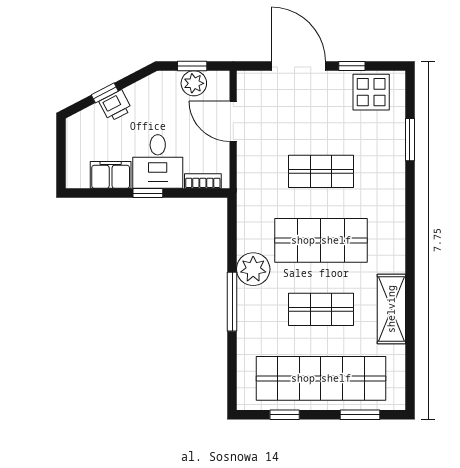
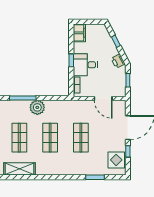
plant: (194, 83) -> (120, 81), removed
printer: (116, 106) -> (118, 61), moved
door: (233, 121) -> (103, 98), swing flipped
filing cabinet: (111, 175) -> (79, 33), moved
shop shelf: (321, 240) -> (50, 138), width x0.70, depth x0.74

